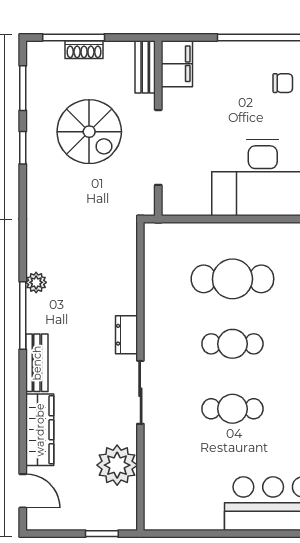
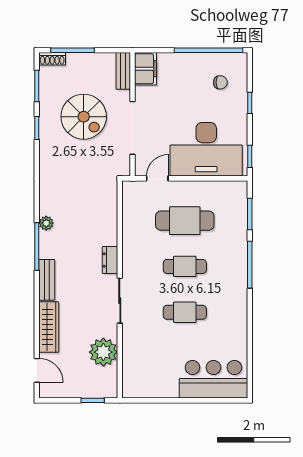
shoe rack: (84, 50) -> (52, 59), moved
door: (194, 219) -> (157, 178), added

